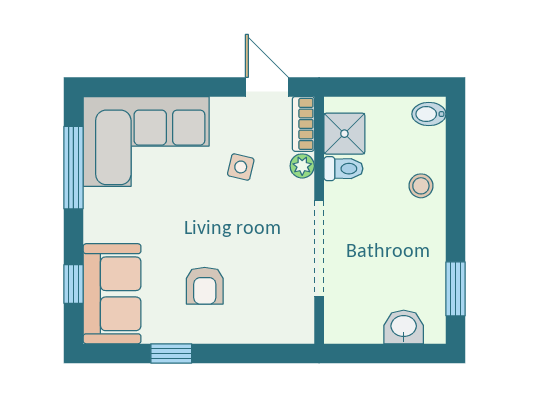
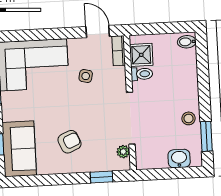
plant: (302, 166) -> (123, 152), moved
stool: (421, 186) -> (188, 118), moved
armchair: (205, 286) -> (69, 142), turned -113
window: (171, 353) -> (101, 177), moved

